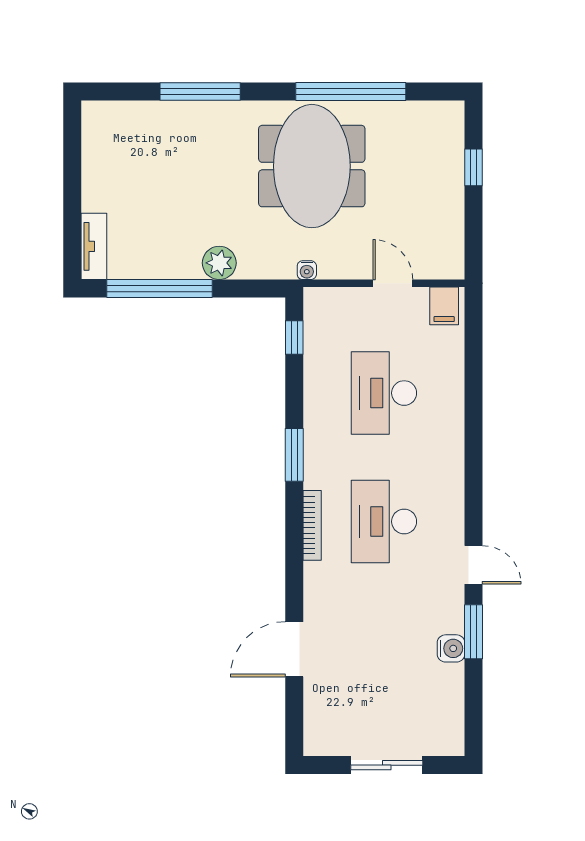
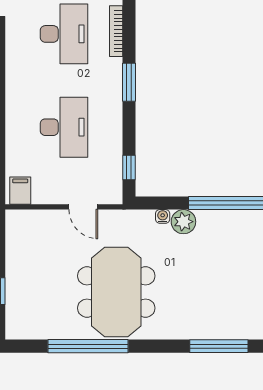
window: (200, 91) -> (219, 346), moved
water cooler: (307, 270) -> (163, 216), moved
door: (393, 283) -> (83, 207), moved

